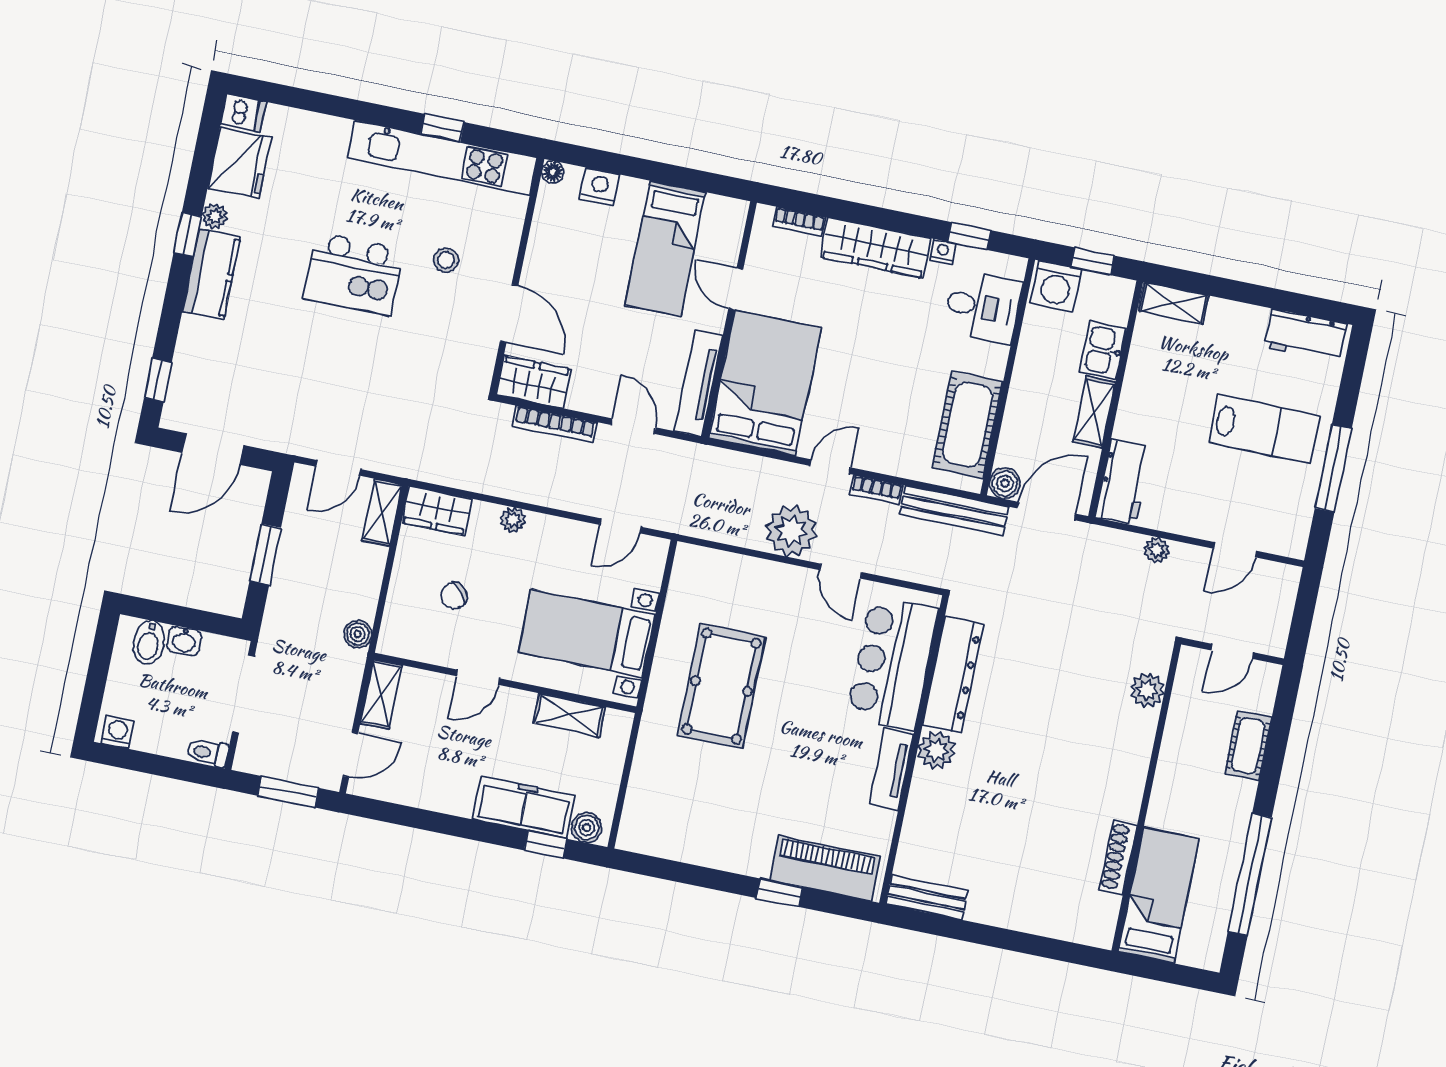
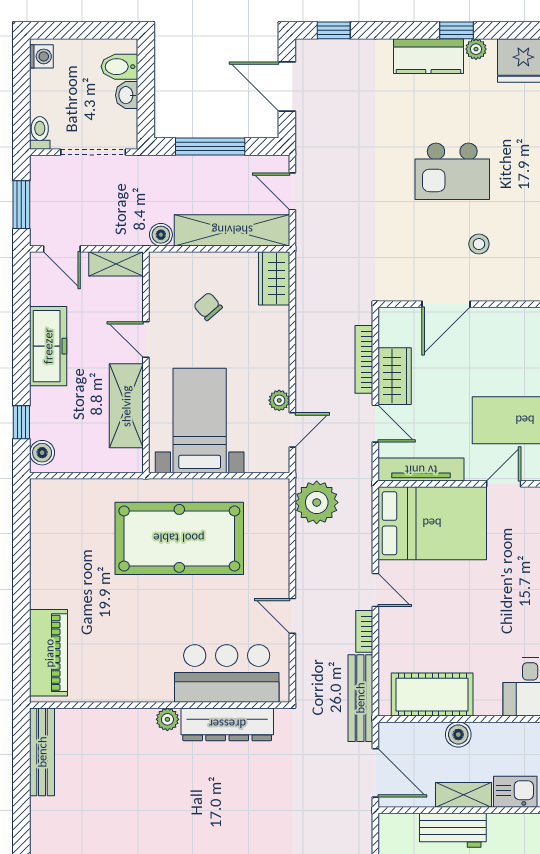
kitchen island: (353, 274) -> (452, 171), turned -90
wardrobe: (534, 382) -> (395, 376), moved
door: (633, 426) -> (375, 424), hinge flipped
workbench: (1123, 482) -> (453, 830), moved
boiler: (1005, 483) -> (458, 735), moved
shelving: (382, 513) -> (232, 230), width x2.20, depth x1.33
plant: (513, 520) -> (279, 400), moved
door: (620, 526) -> (292, 430), swing flipped
plant: (791, 531) -> (317, 502), moved
window: (265, 554) -> (210, 147), width x1.44
door: (841, 571) -> (292, 616), hinge flipped
pool table: (722, 686) -> (179, 538), width x1.36, depth x1.32
shelving: (569, 715) -> (126, 406), width x1.50, depth x1.33
plant: (937, 750) -> (167, 719), width x0.73, depth x0.73
tv unit: (891, 769) -> (140, 690), removed
freezer: (524, 807) -> (48, 346), moved
window: (780, 893) -> (21, 620), removed
bench: (927, 898) -> (42, 752), width x1.36

